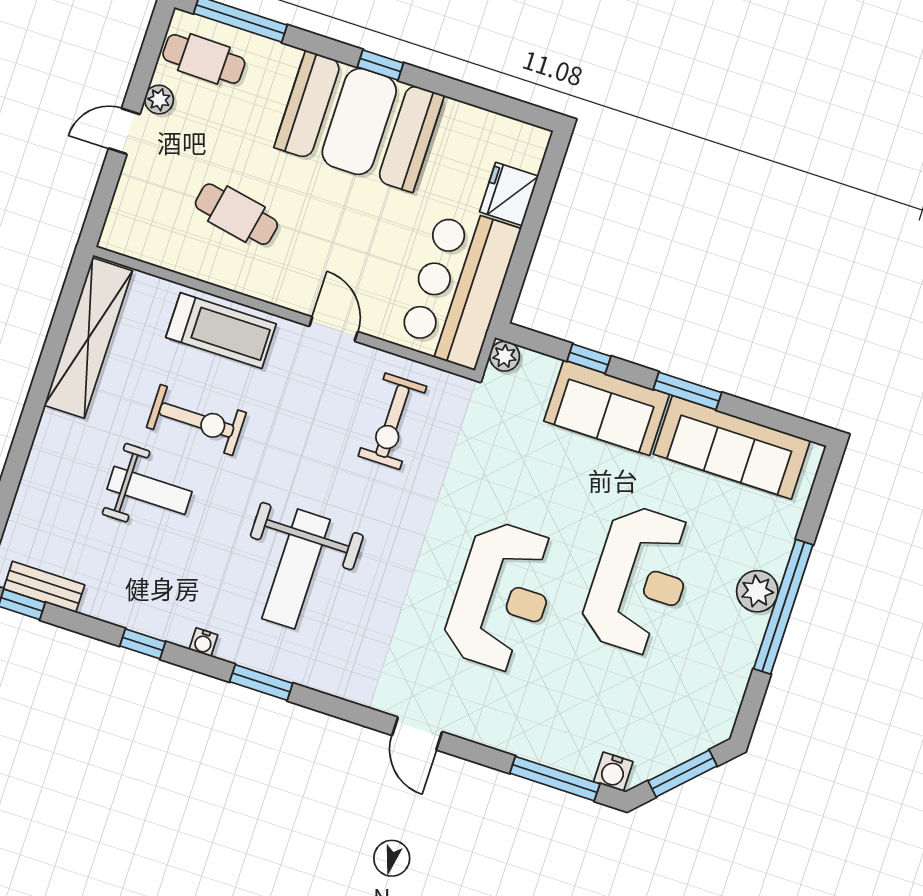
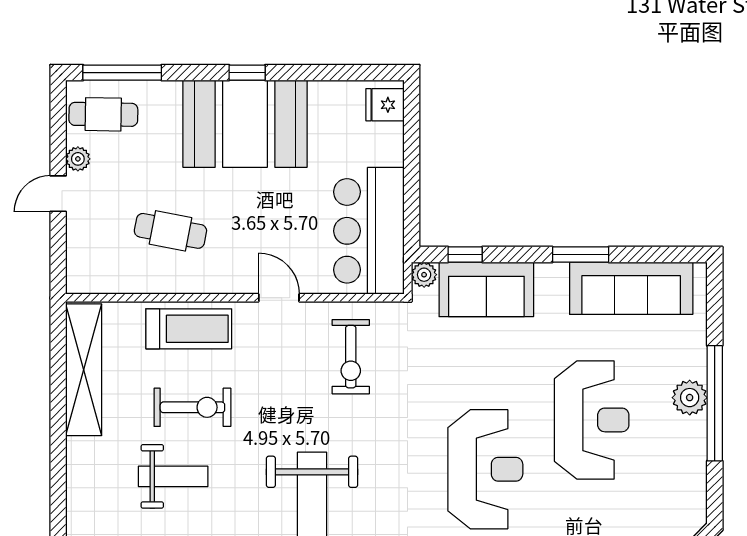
fridge: (509, 194) -> (385, 105), moved, width x0.72
window: (589, 359) -> (465, 254), moved
sofa: (607, 408) -> (486, 289), moved

